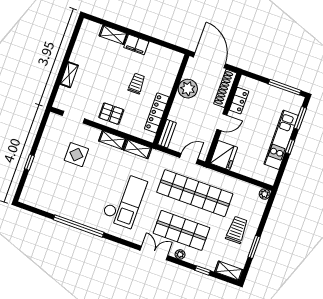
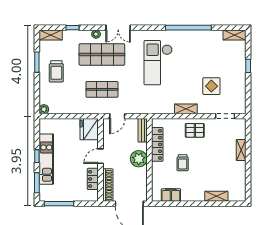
filing cabinet: (136, 45) -> (171, 195), moved
plant: (188, 89) -> (139, 159), moved
shelving: (138, 149) -> (235, 35), moved
shop shelf: (195, 193) -> (102, 89), width x0.50, depth x0.74

